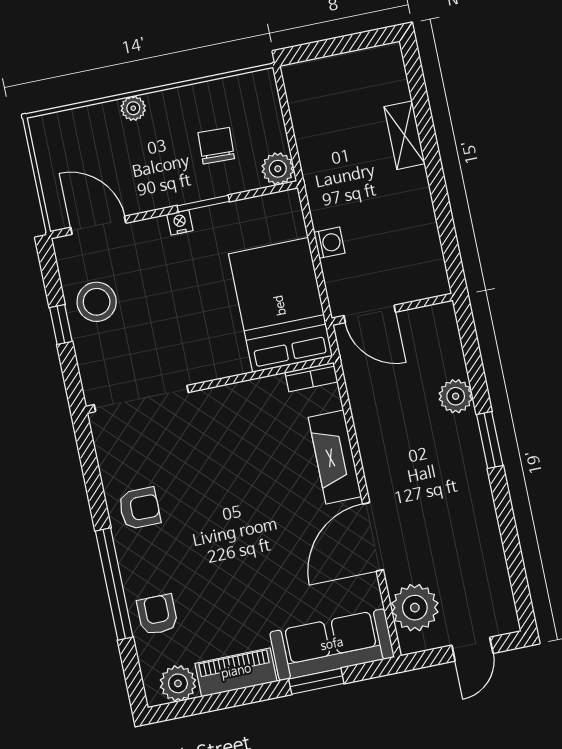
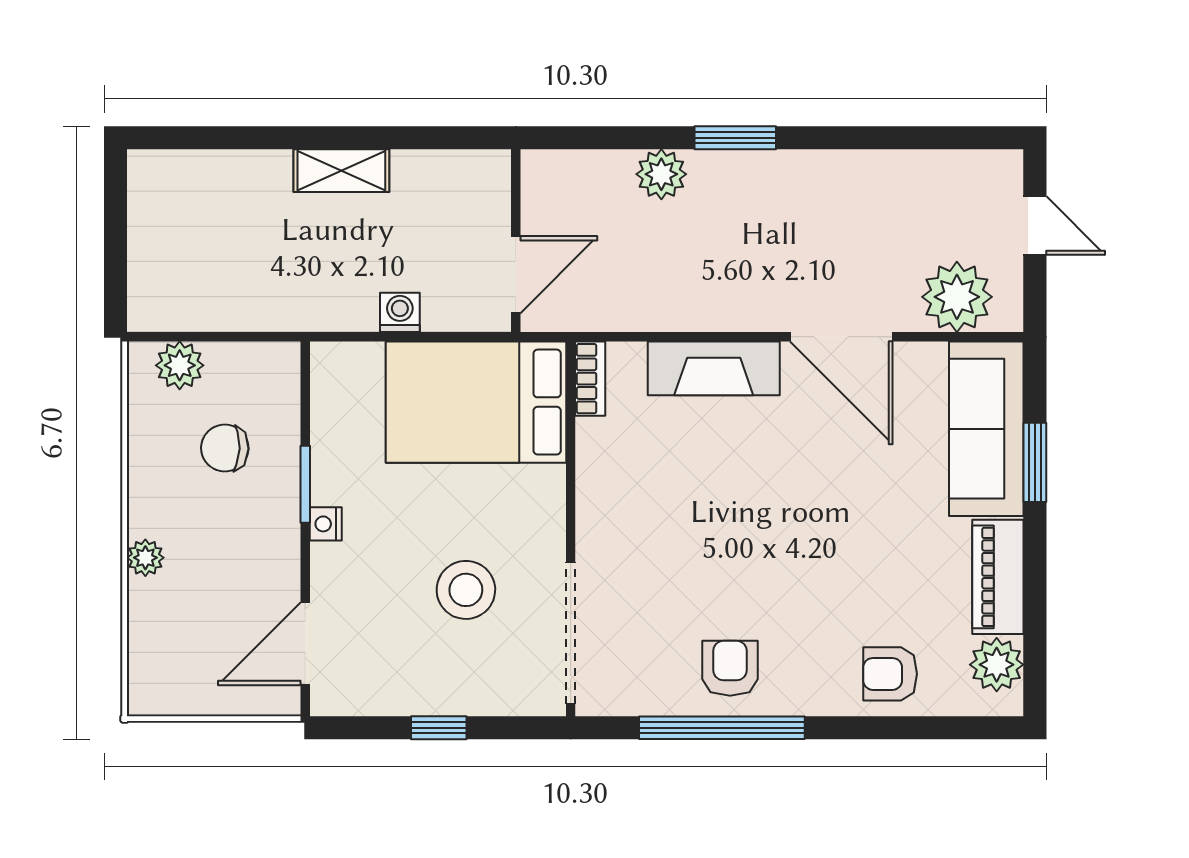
shelving: (405, 135) -> (341, 171), moved
plant: (278, 169) -> (180, 365), moved
stool: (97, 302) -> (466, 590), moved
window: (114, 584) -> (722, 728), moved

